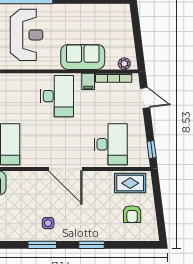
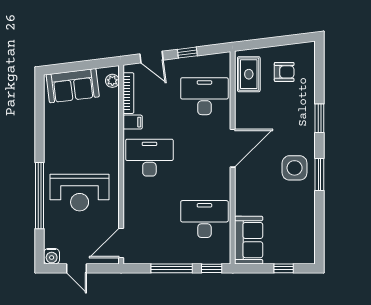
reception desk: (26, 35) -> (80, 193), turned 180
sofa: (83, 57) -> (73, 86), moved, turned -97
door: (145, 98) -> (152, 57), swing flipped
window: (152, 149) -> (187, 53), moved
side table: (48, 223) -> (295, 168), width x1.87, depth x1.87

